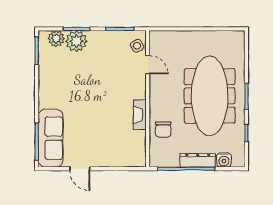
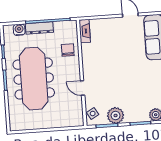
plant: (76, 41) -> (116, 116), moved
door: (148, 65) -> (83, 88), moved
fireplace: (140, 115) -> (85, 31), moved

